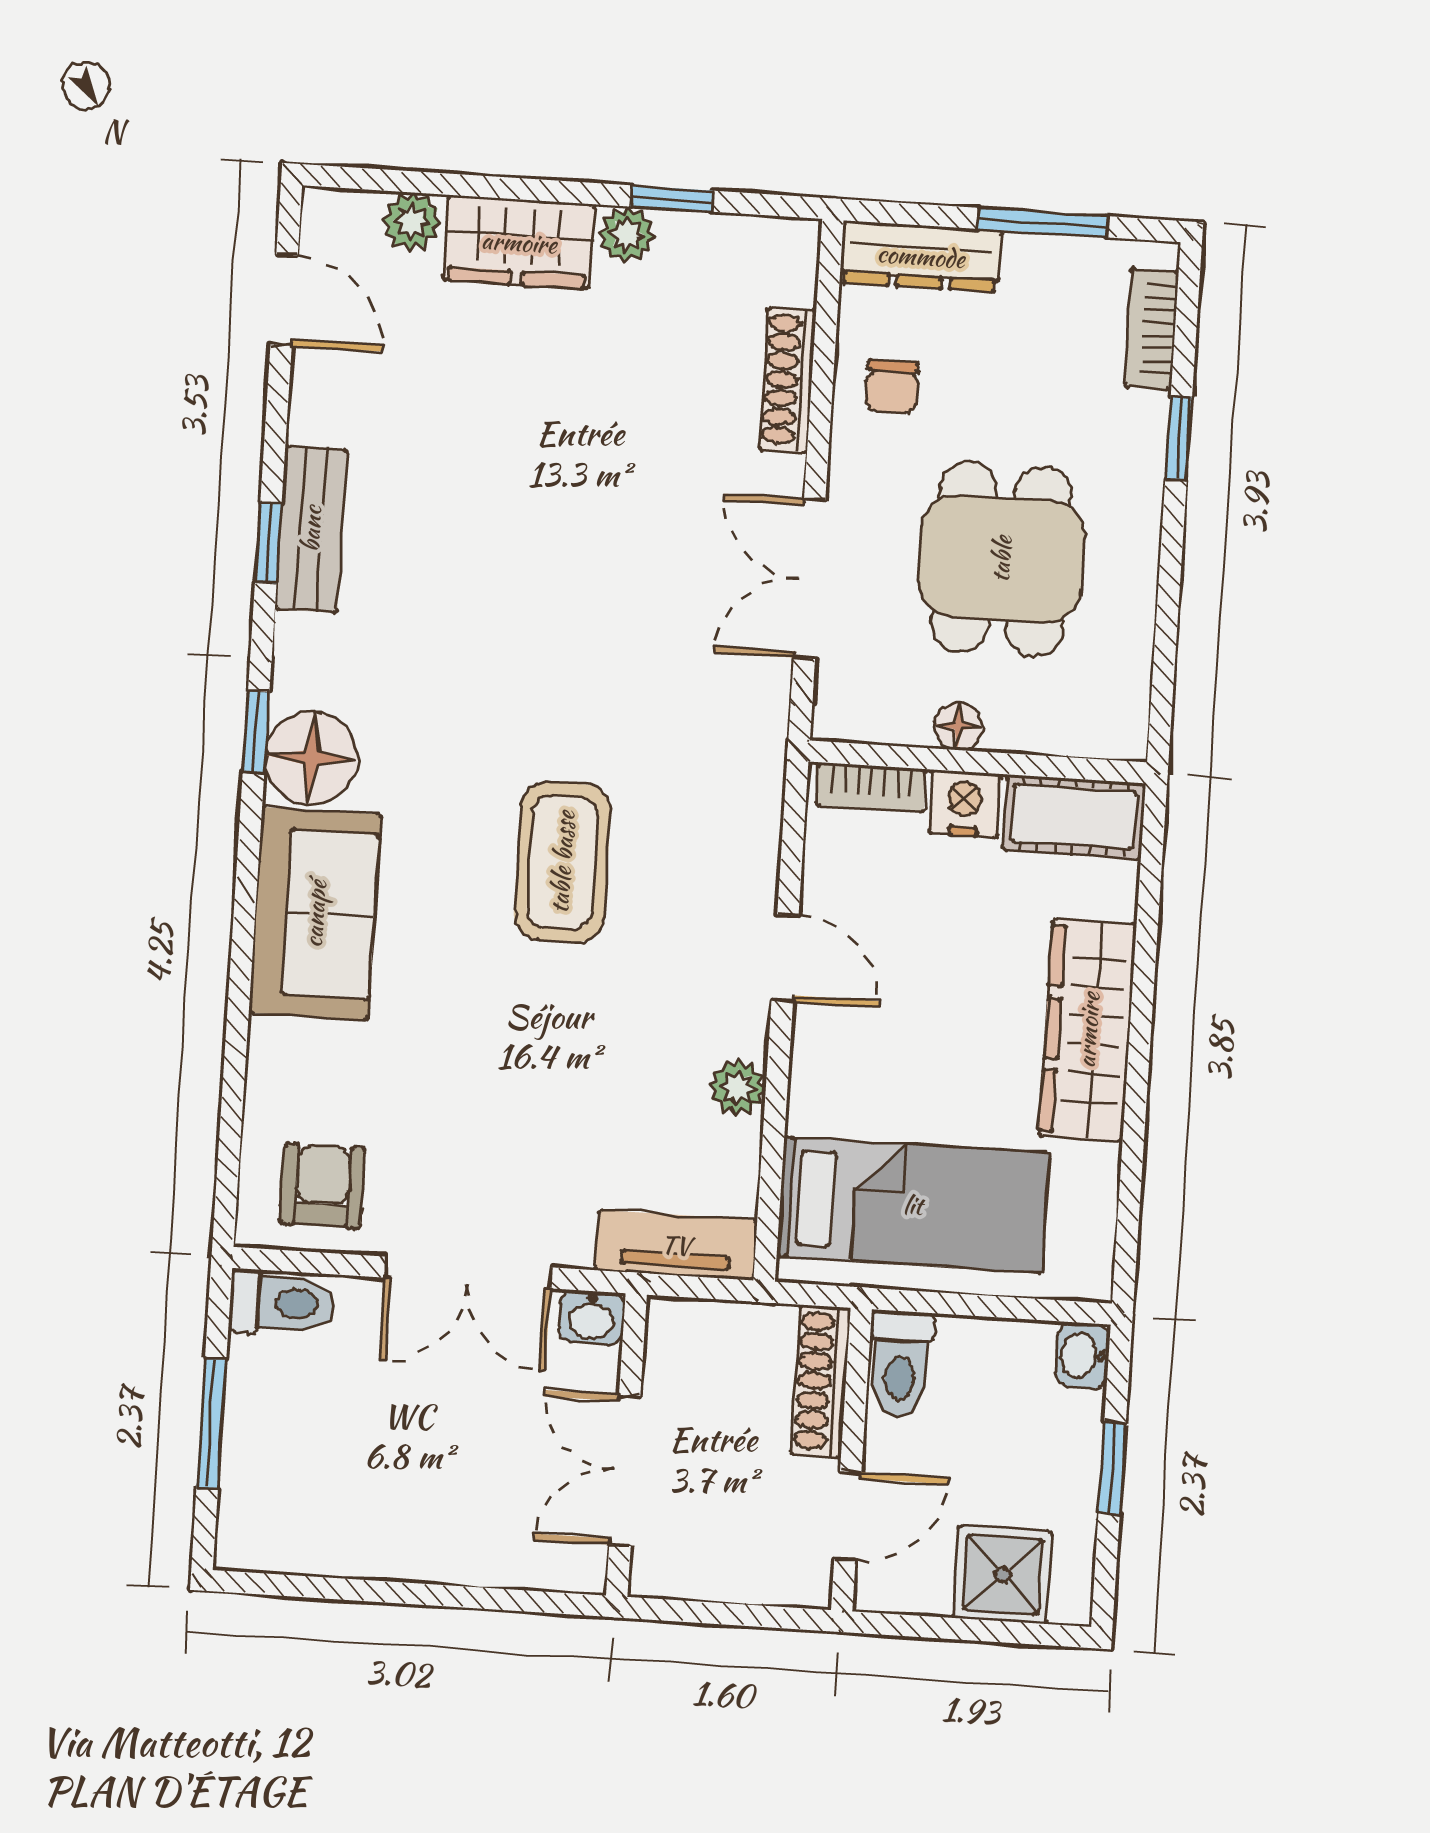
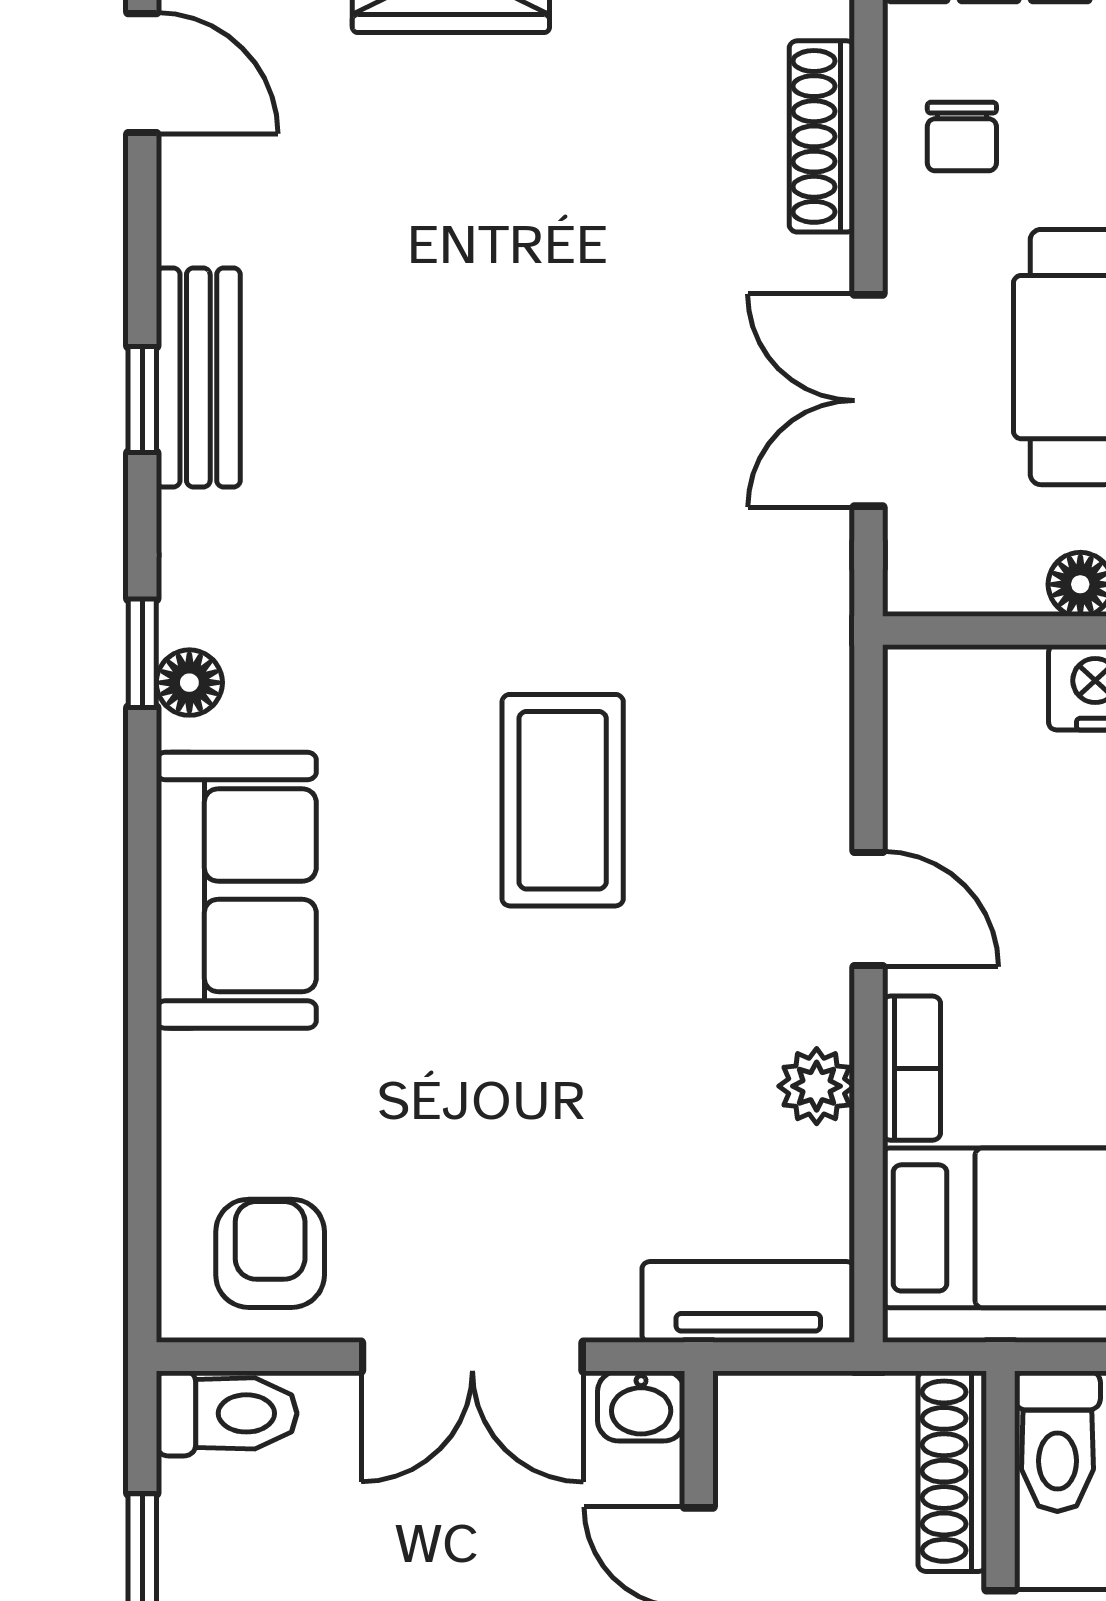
floor lamp: (311, 758) -> (189, 683), width x0.53, depth x0.53
bookcase: (871, 787) -> (912, 1068), moved, turned -90

